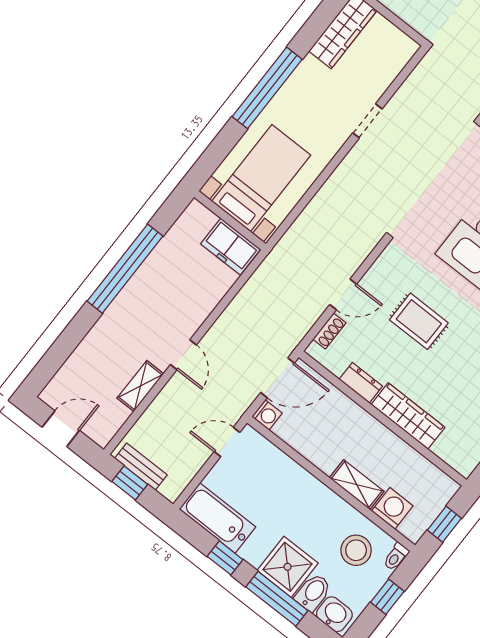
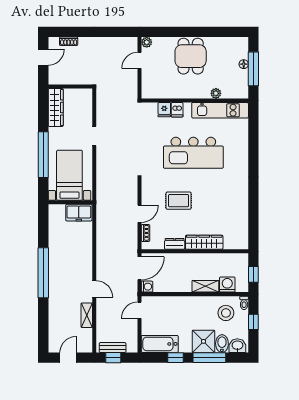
bed with nightstands: (261, 178) -> (69, 175), moved
wall: (230, 220) -> (70, 202), moved
freezer: (231, 247) -> (79, 213), moved

